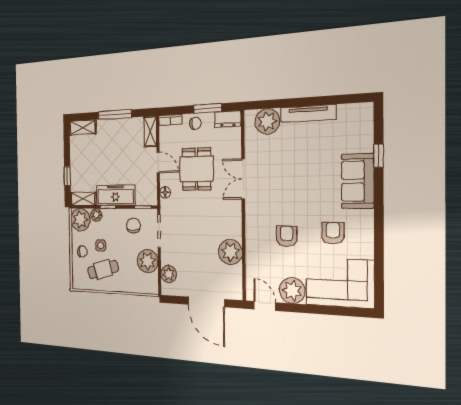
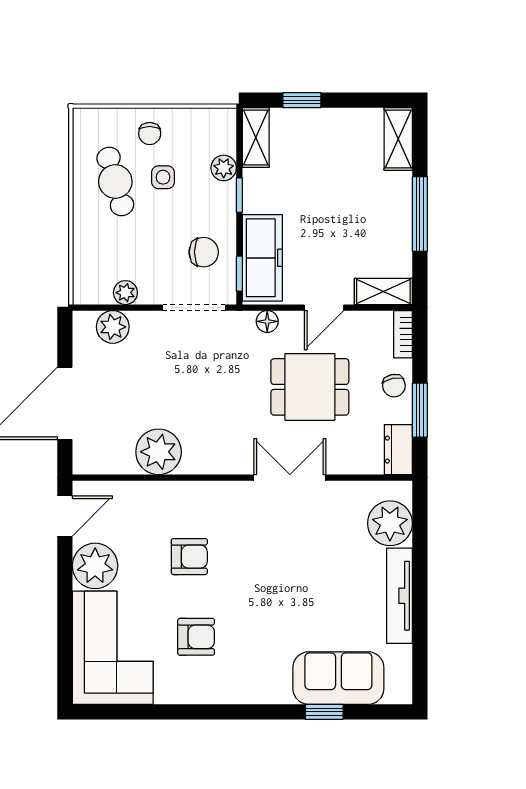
sofa: (358, 181) -> (338, 678), moved
freezer: (115, 195) -> (262, 258), moved
plant: (80, 220) -> (214, 130), removed
plant: (148, 261) -> (125, 293), width x0.53, depth x0.53

